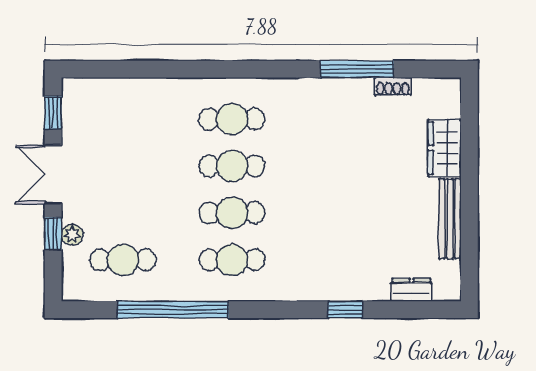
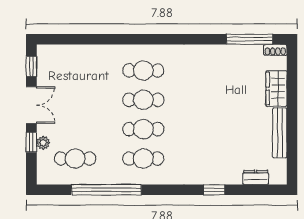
window: (357, 69) -> (249, 39), moved
shoe rack: (393, 86) -> (275, 50), moved
double door: (53, 174) -> (31, 105), swing flipped

